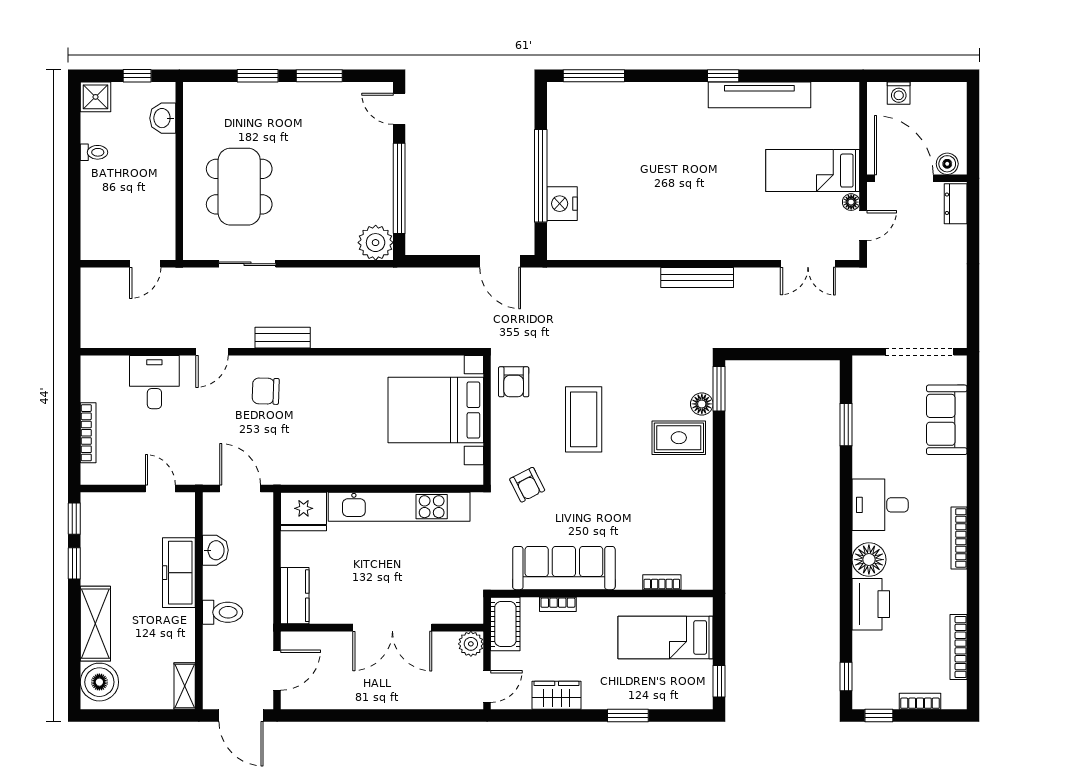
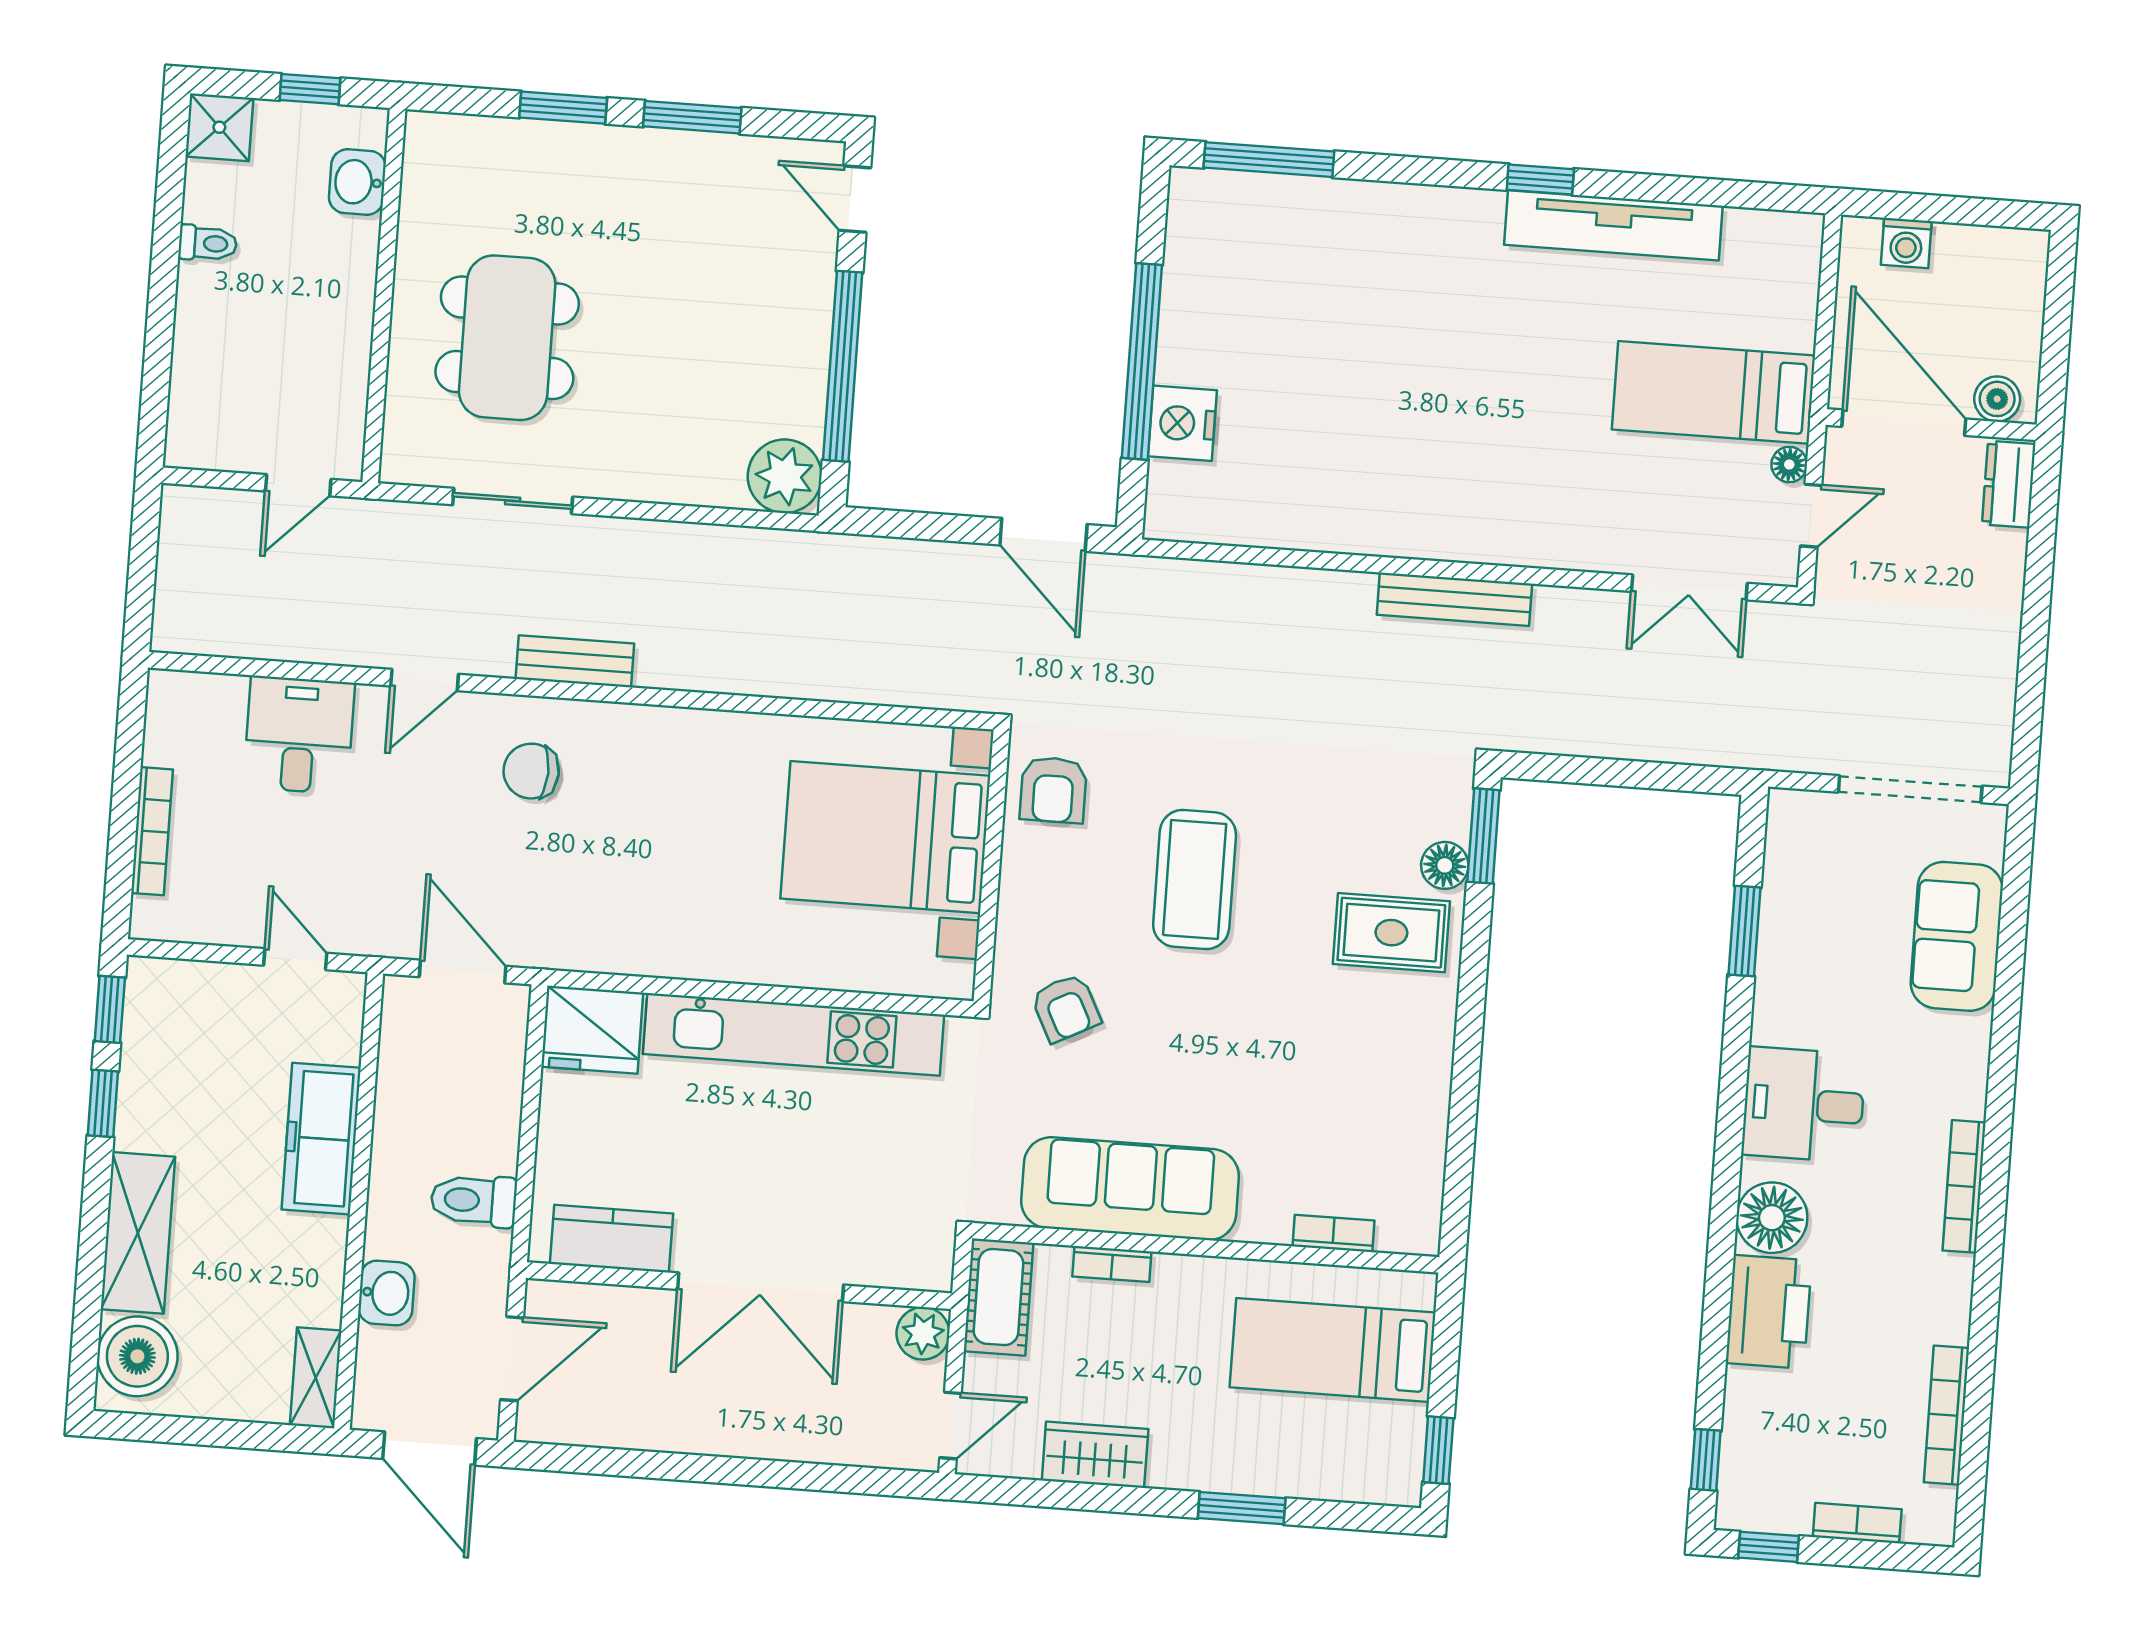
washbasin: (215, 550) -> (387, 1293), moved
kitchen counter: (295, 596) -> (611, 1239), moved, turned -90
toilet: (223, 612) -> (474, 1200), moved, turned 180

